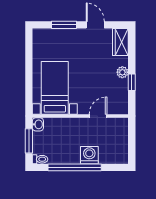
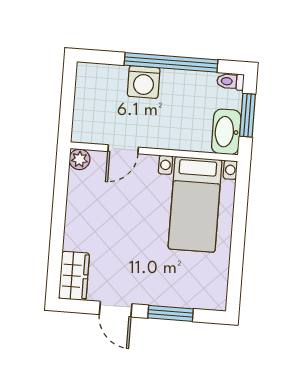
plant: (122, 72) -> (80, 159), moved
window: (132, 82) -> (60, 204), removed
washbasin: (38, 124) -> (226, 132), width x1.91, depth x1.45

